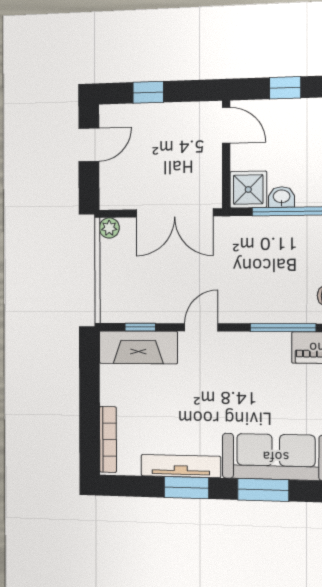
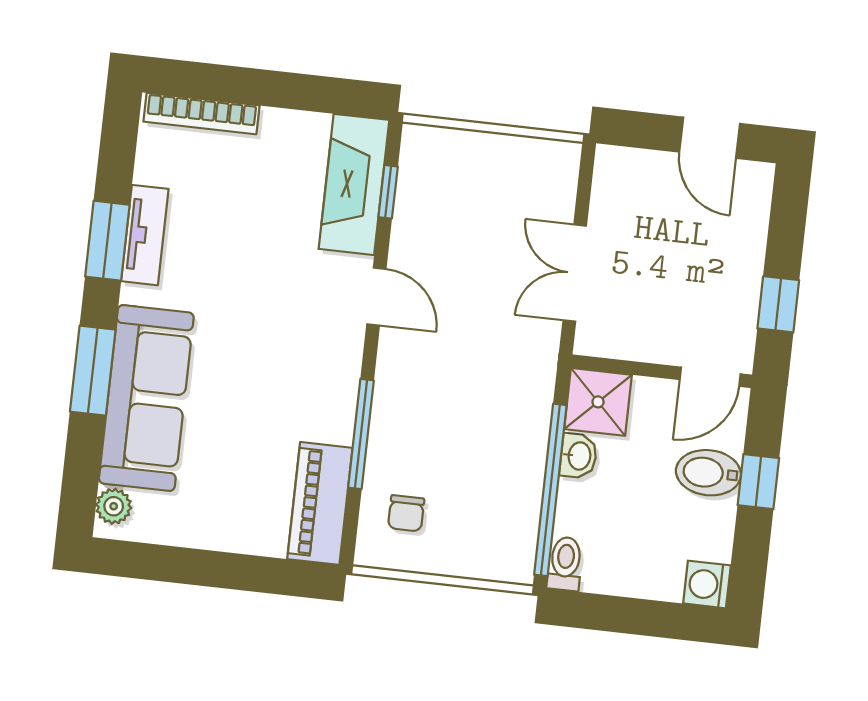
window: (148, 92) -> (778, 304), moved
bidet: (283, 118) -> (708, 473), added
double door: (175, 213) -> (575, 273), width x0.73
plant: (109, 228) -> (563, 157), removed
tv unit: (181, 466) -> (145, 235), width x0.71

